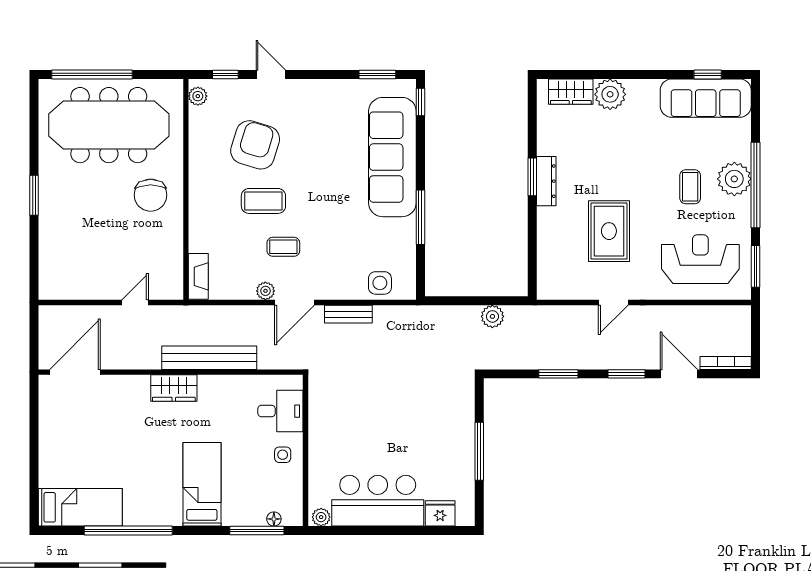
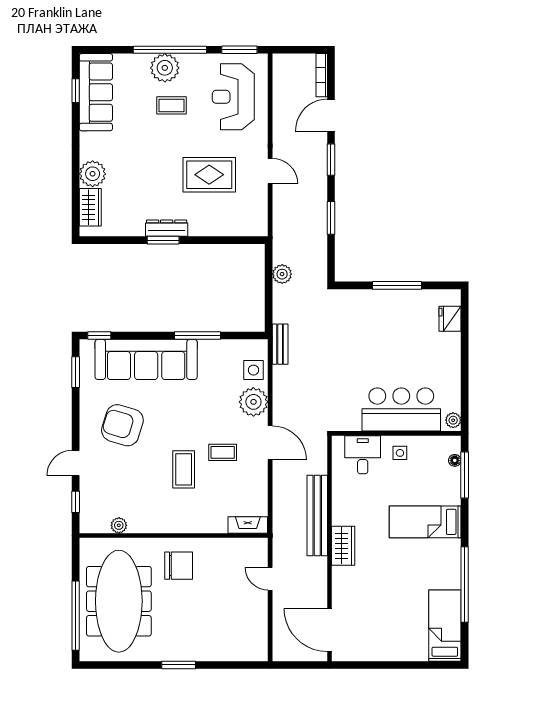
plant: (198, 96) -> (119, 525), moved
armchair: (255, 145) -> (122, 425), moved
coffee table: (283, 247) -> (223, 452), turned 90
plant: (265, 291) -> (253, 402), moved, width x1.88, depth x1.88
bench: (348, 314) -> (280, 344), moved
bar counter: (378, 501) -> (401, 410), moved, turned 90

